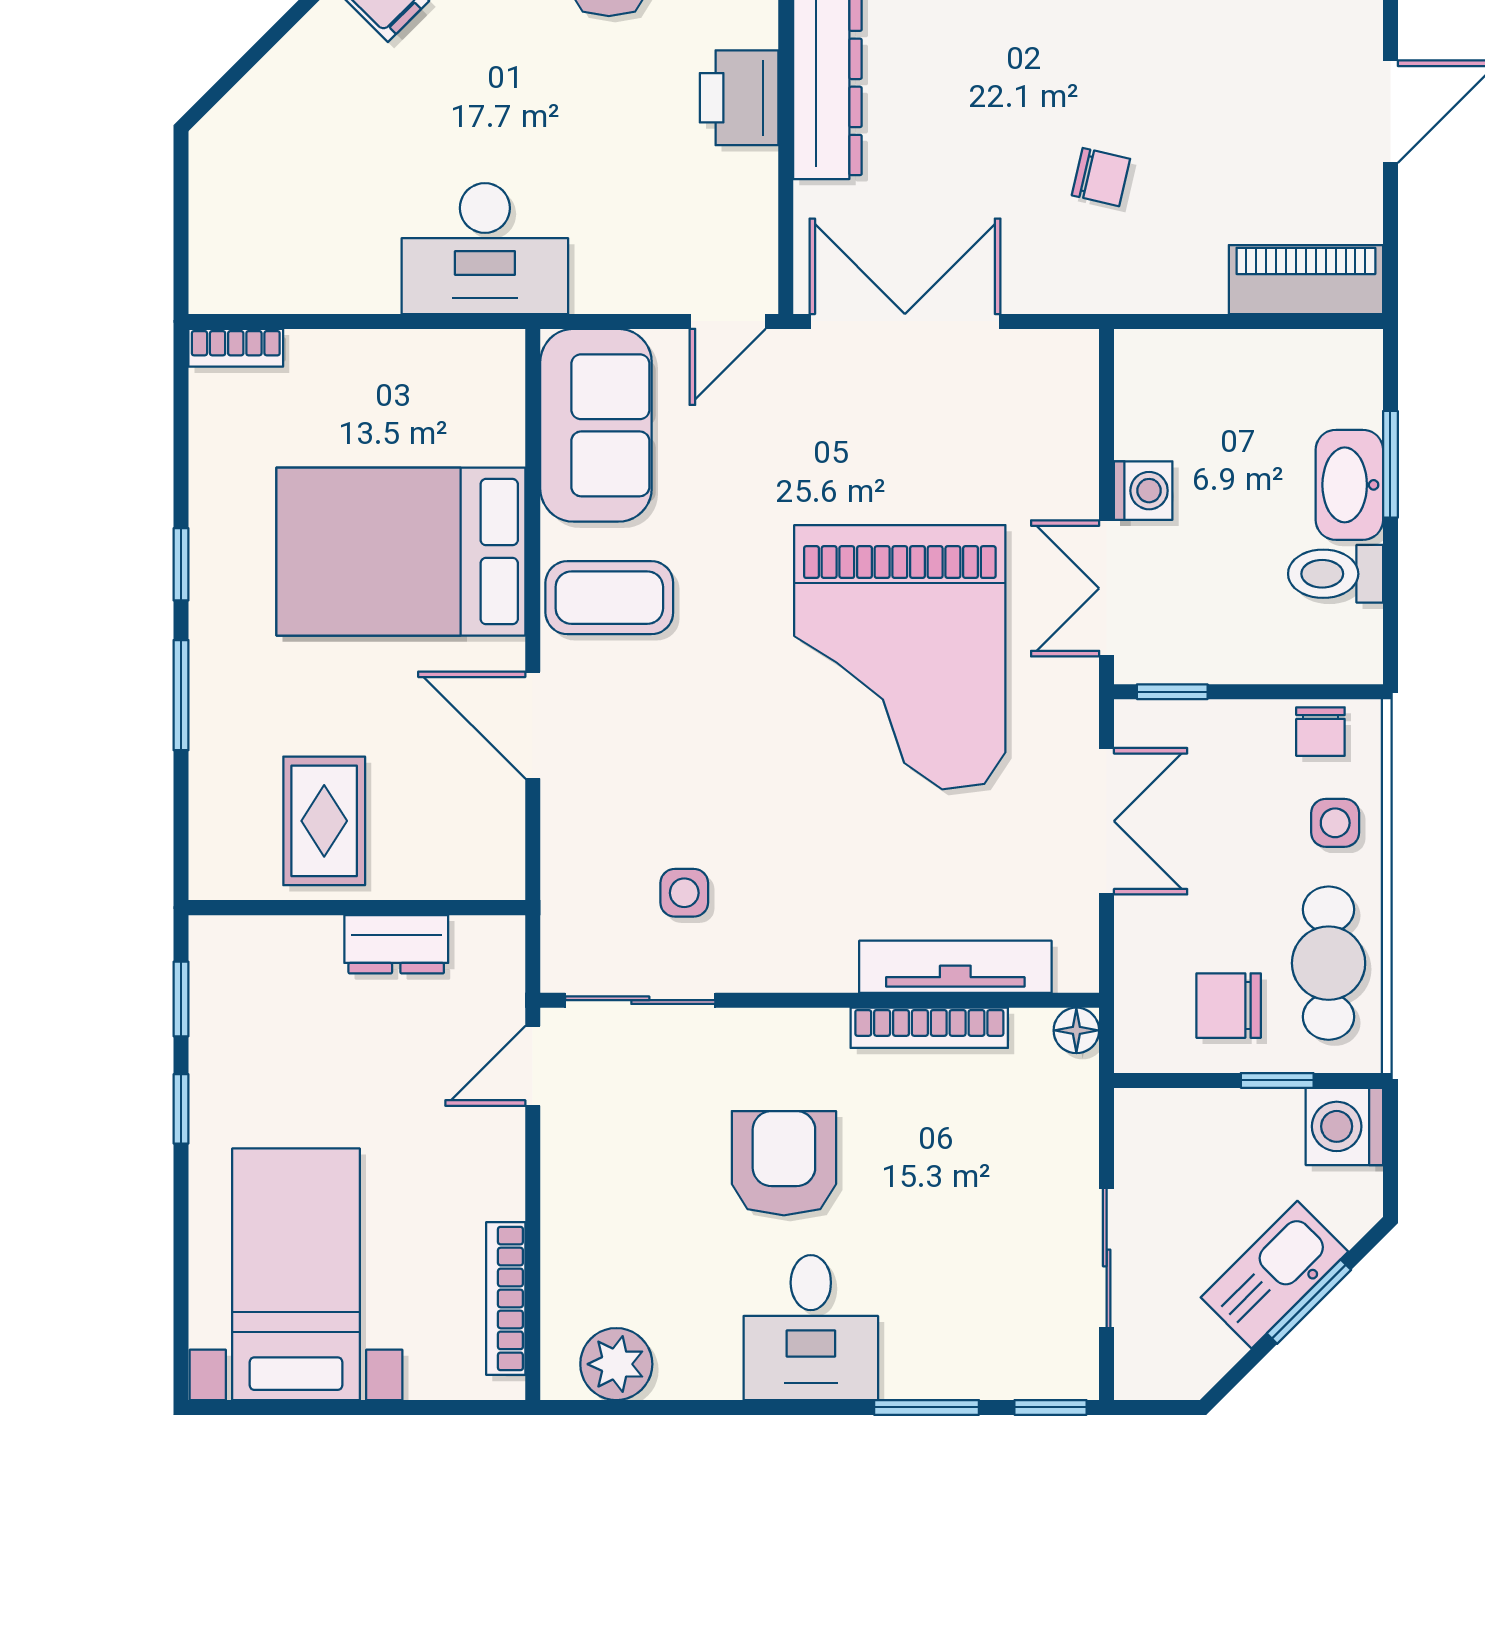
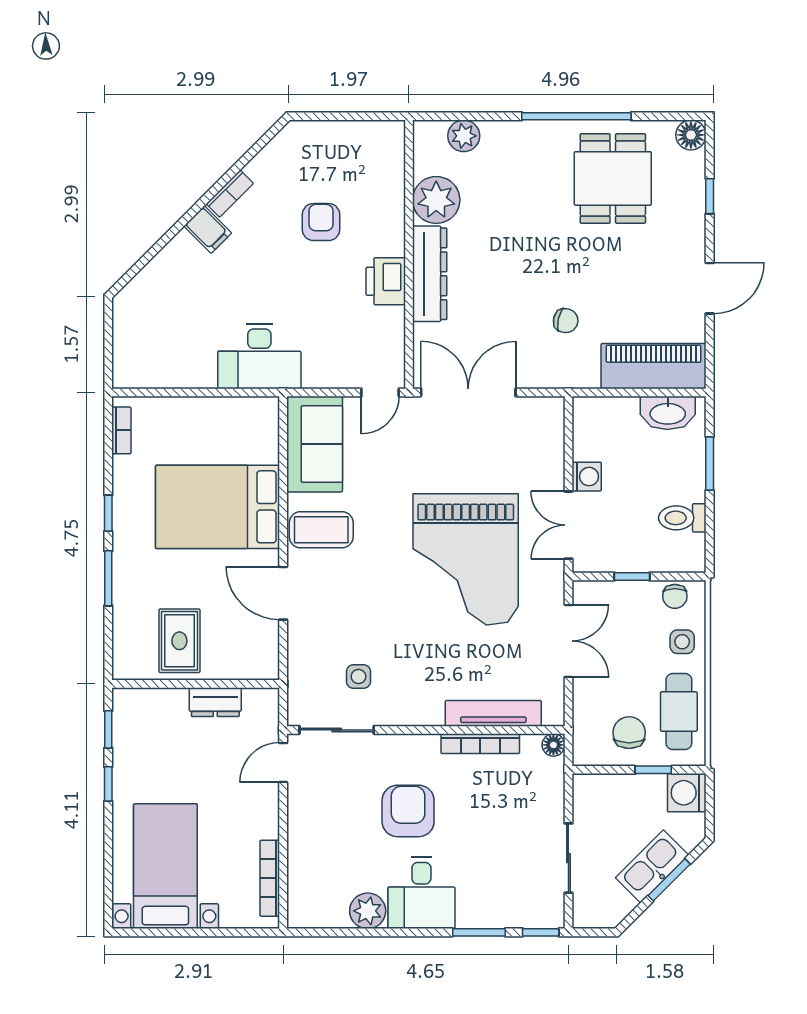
piano: (1306, 280) -> (654, 366), width x1.37, depth x1.33
bookcase: (236, 348) -> (121, 430), moved, turned -90
washbasin: (1349, 485) -> (668, 413), moved, turned -90
window: (1172, 692) -> (632, 577), moved
chair: (1229, 1006) -> (629, 733), turned 90
plant: (616, 1364) -> (368, 911), moved

